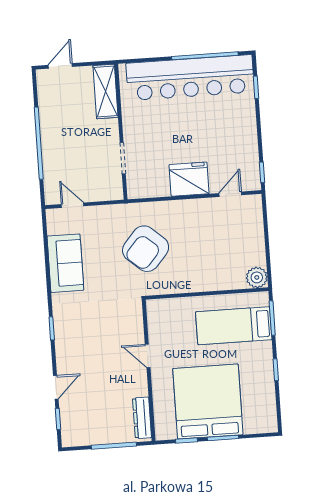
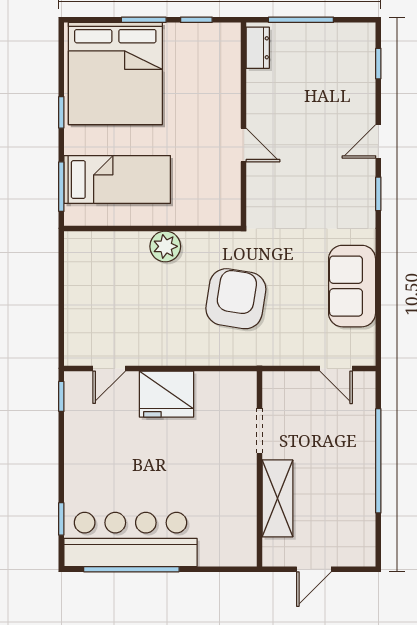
door: (60, 66) -> (314, 569), moved
bar counter: (190, 78) -> (131, 539), width x0.73
shelving: (105, 91) -> (277, 498), moved
armchair: (146, 249) -> (236, 299), turned -32
plant: (257, 277) -> (165, 246), moved
door: (56, 387) -> (378, 141), moved
bed: (208, 402) -> (115, 73), moved
dresser: (142, 418) -> (258, 48), width x0.70

